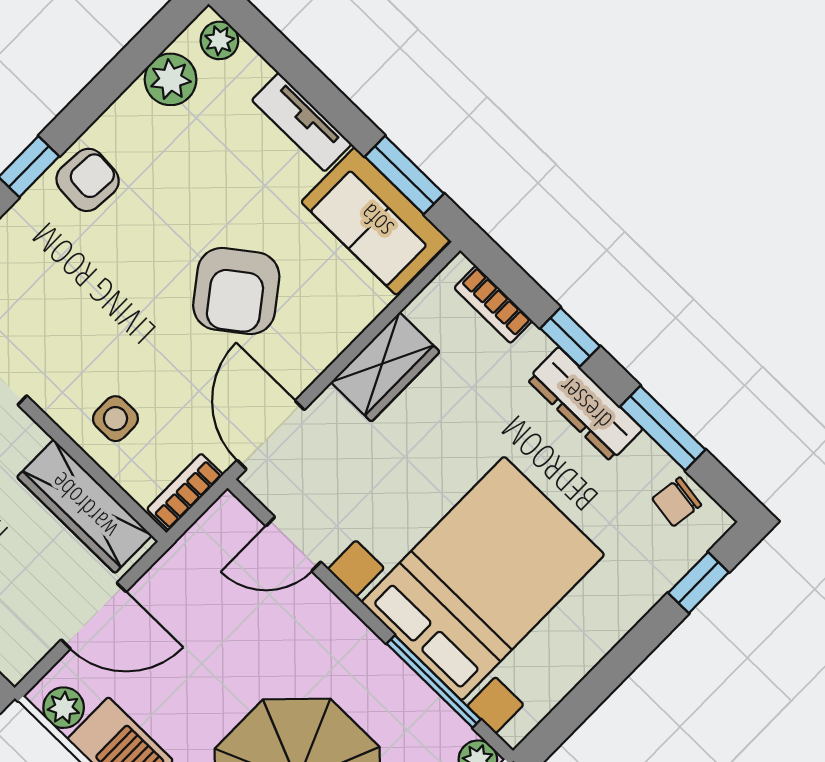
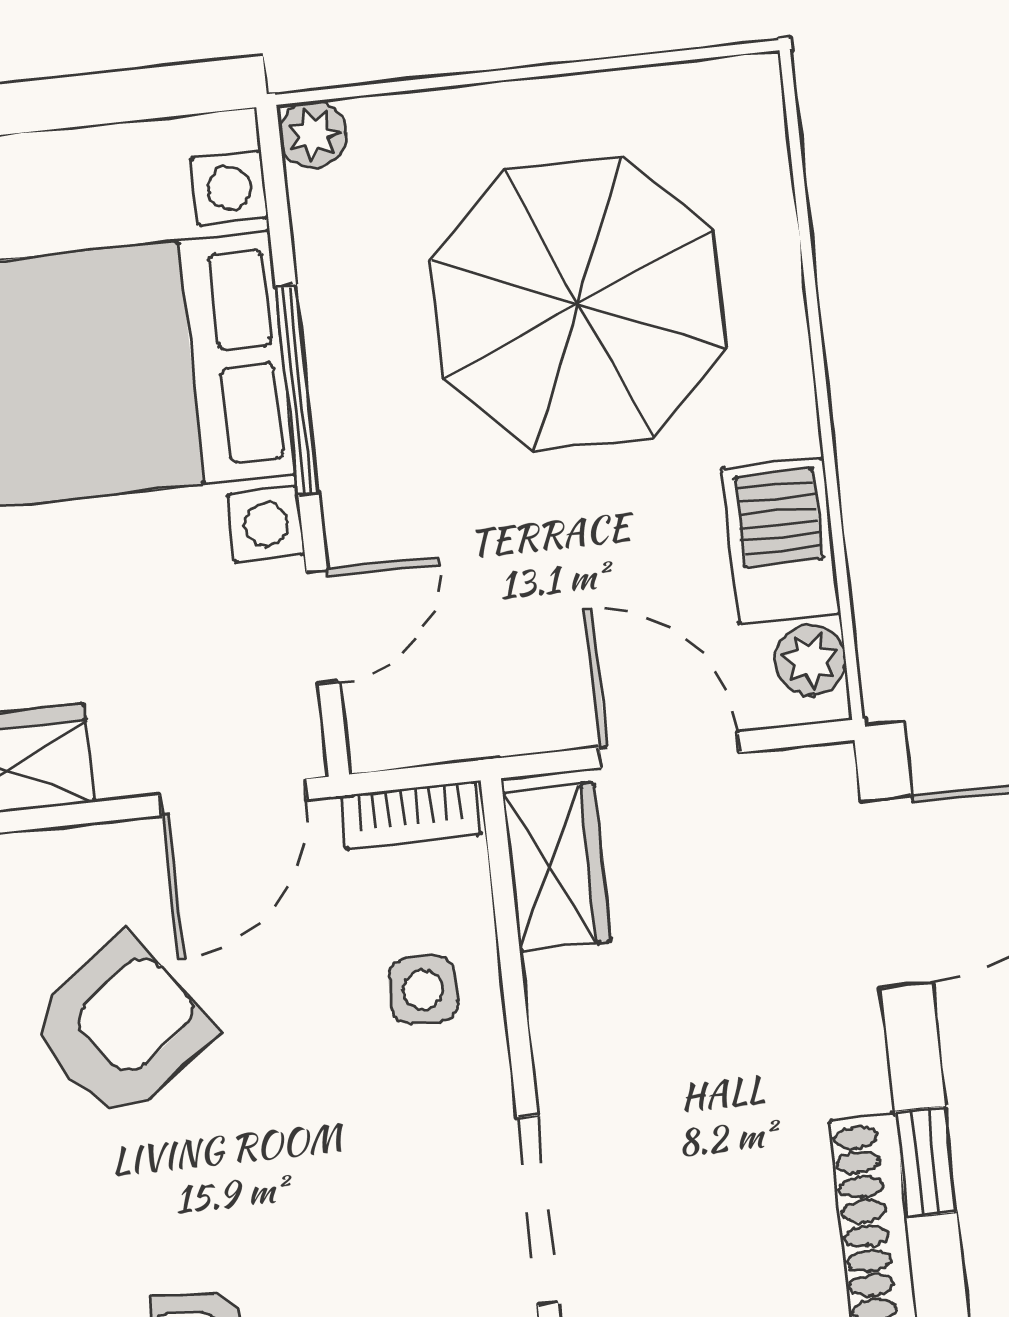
wardrobe: (84, 506) -> (557, 867), width x0.67
door: (293, 544) -> (323, 626), hinge flipped
window: (434, 682) -> (297, 390), moved

